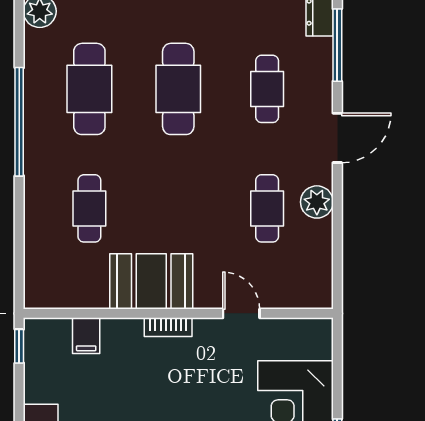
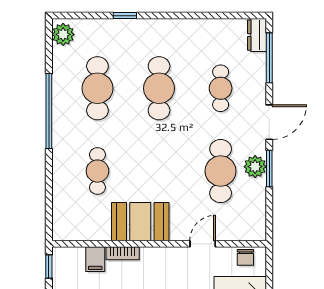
window: (337, 205) -> (269, 168), added
cafe table: (267, 208) -> (221, 171), width x1.37, depth x1.35
door: (241, 313) -> (203, 244), hinge flipped
bookcase: (168, 327) -> (123, 253), moved
chair: (303, 333) -> (245, 257), added

